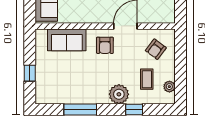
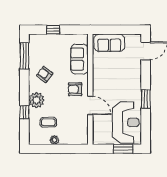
armchair: (156, 49) -> (45, 74), moved
plant: (169, 87) -> (54, 140), moved
window: (80, 110) -> (24, 56), moved

